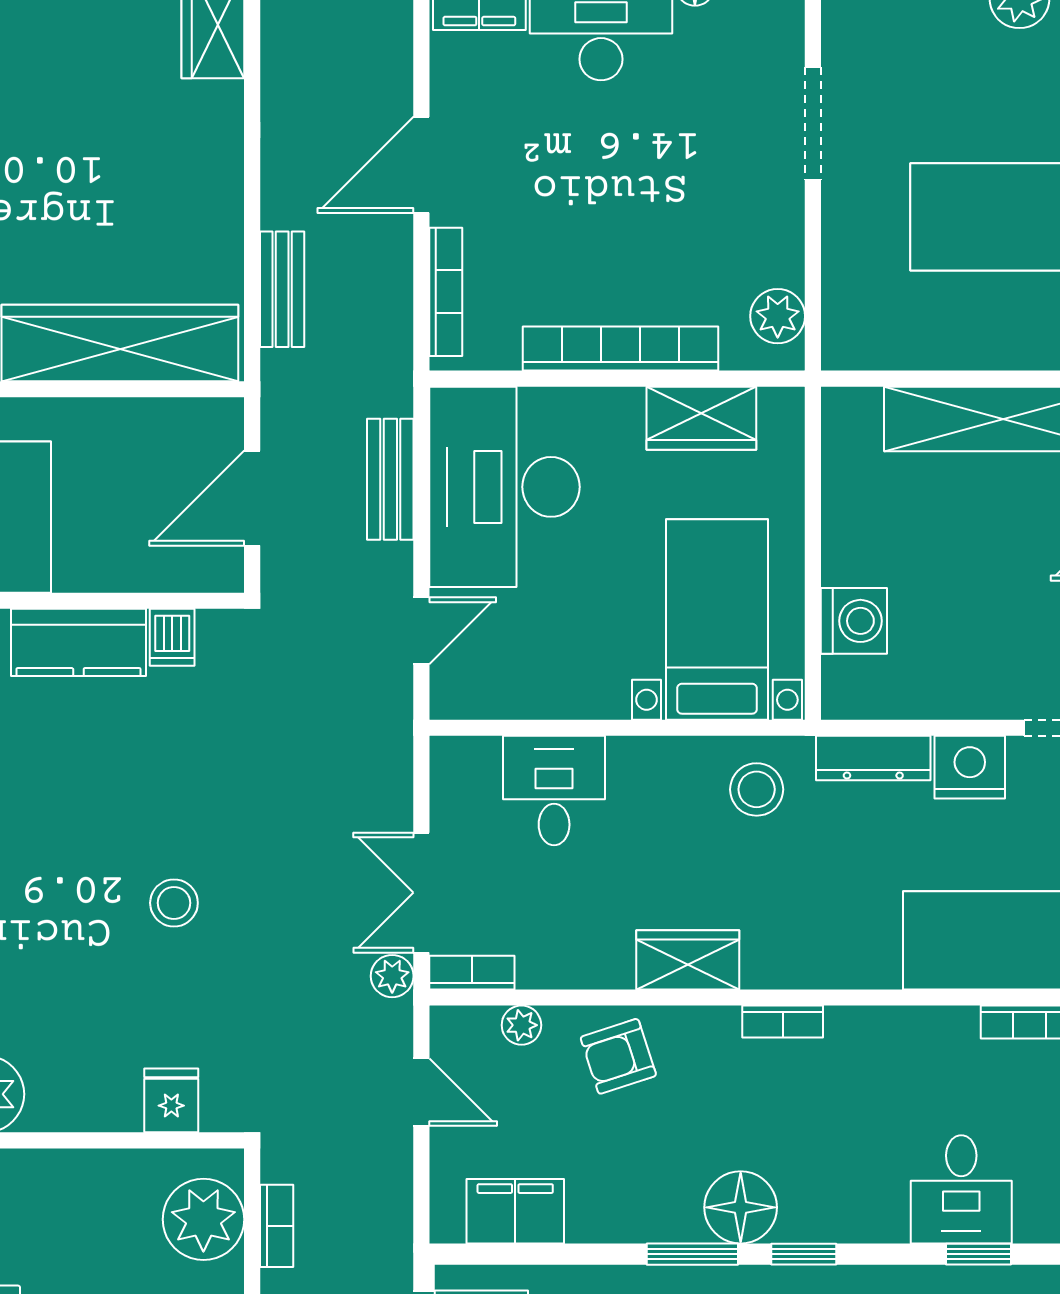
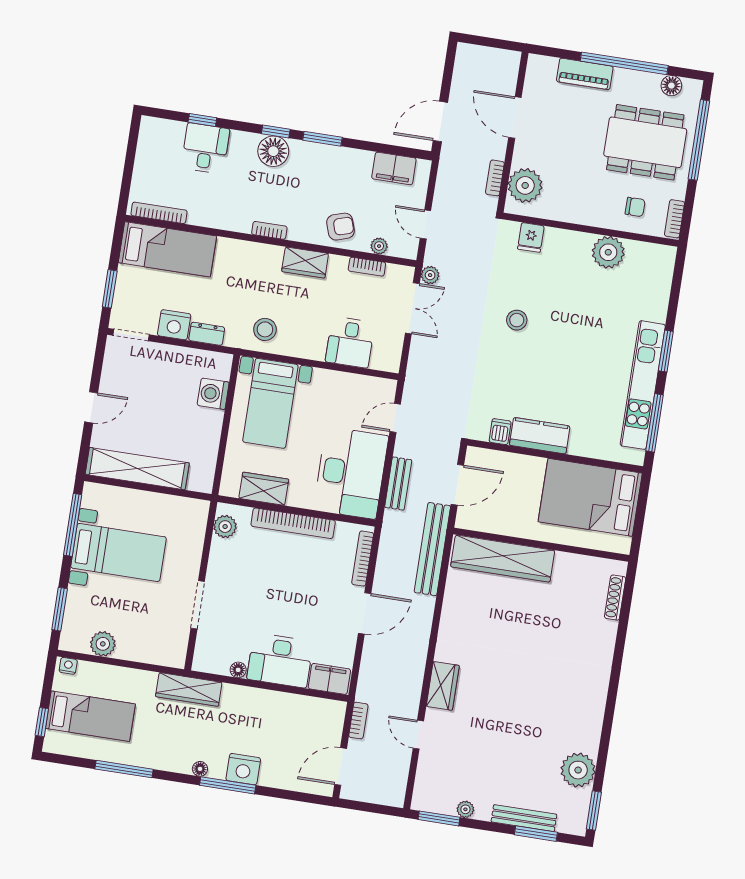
bench: (282, 289) -> (432, 549), width x1.86, depth x1.21
dresser: (873, 758) -> (207, 334), width x0.70
bookcase: (472, 973) -> (367, 267), moved
floor lamp: (741, 1207) -> (273, 151), moved

